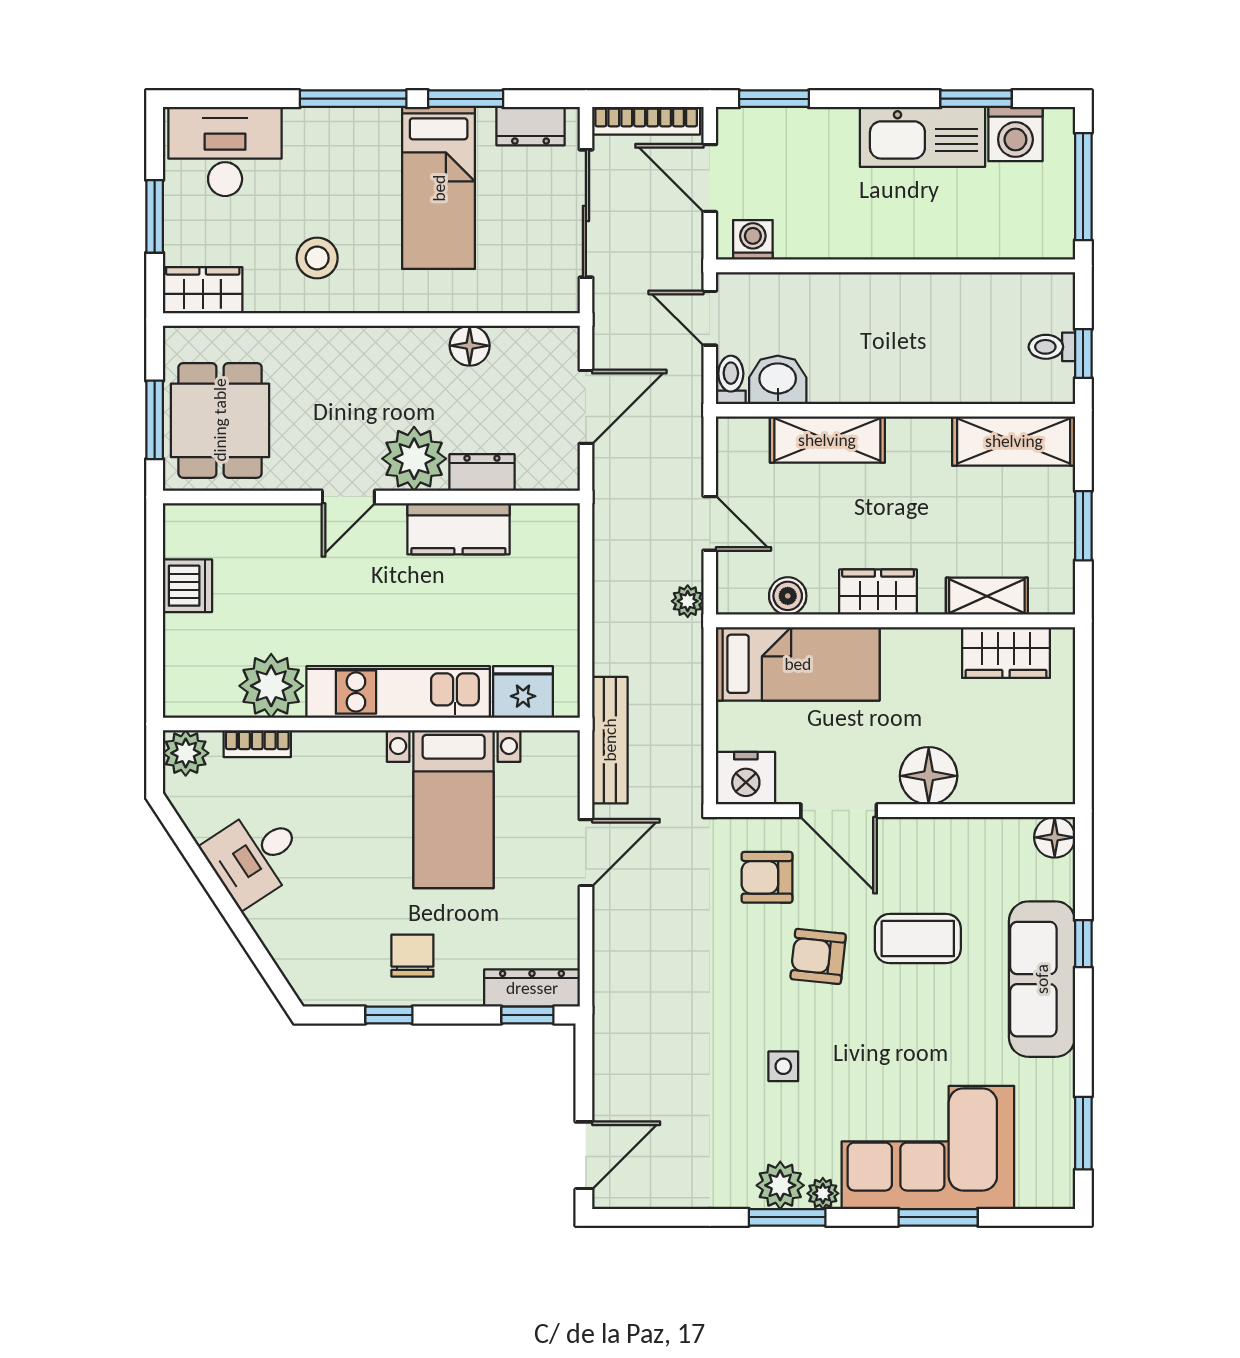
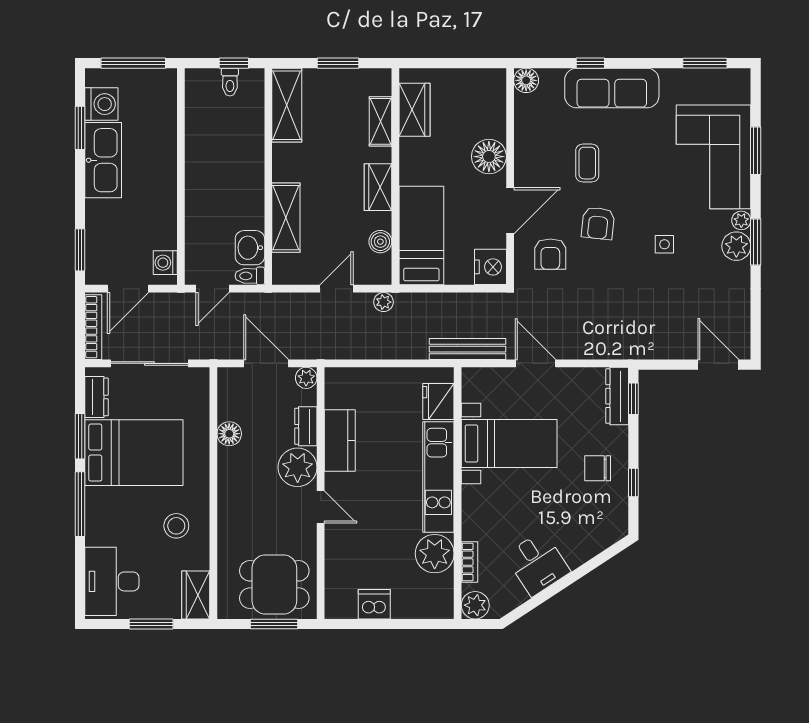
bed: (439, 188) -> (134, 453), width x1.50
plant: (562, 473) -> (306, 378), added
coffee table: (918, 939) -> (587, 163), width x0.73, depth x0.77

